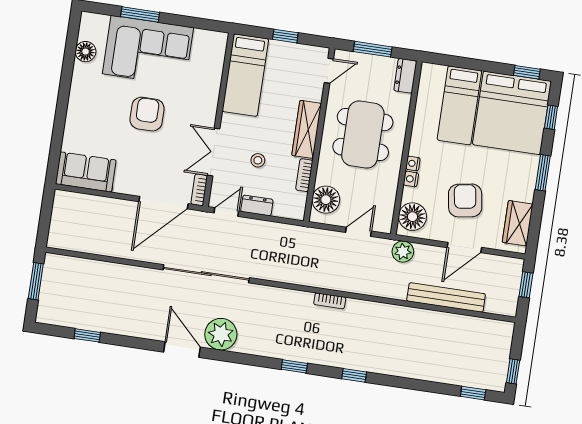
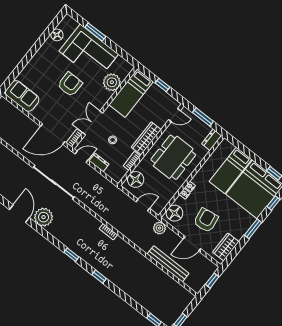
plant: (208, 75) -> (112, 82), added

